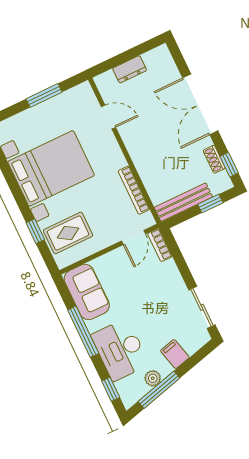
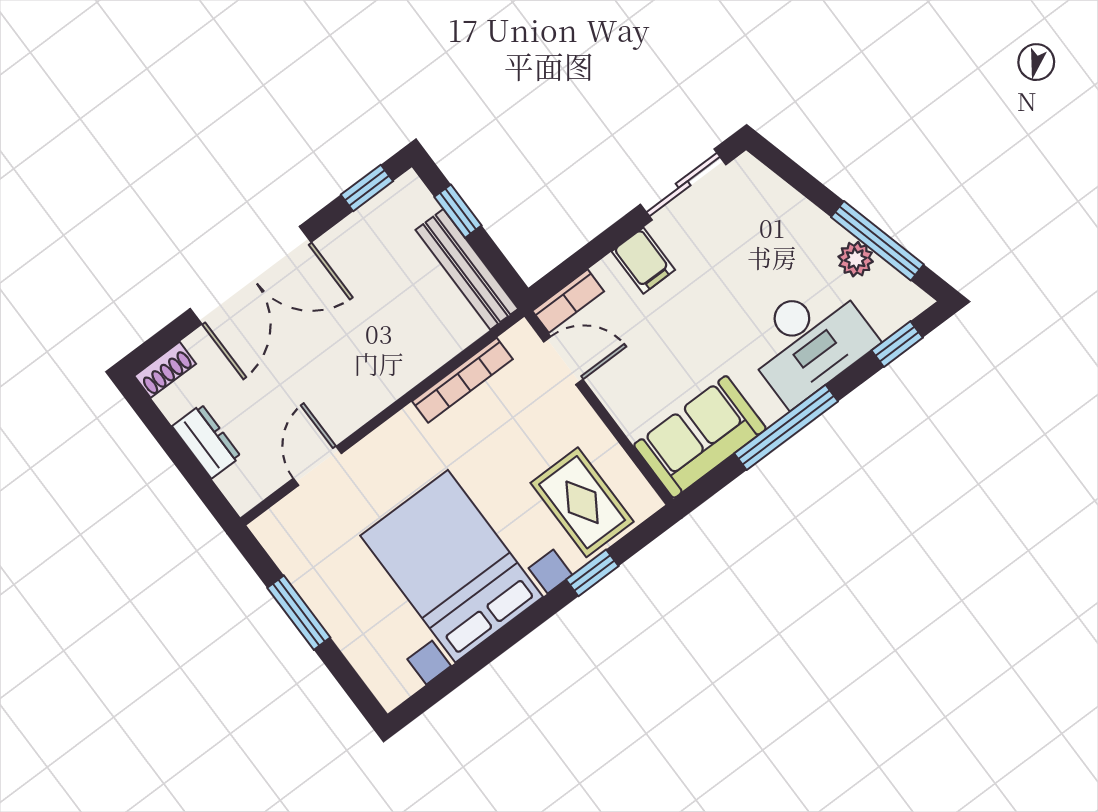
shoe rack: (214, 159) -> (165, 370), moved
filing cabinet: (175, 354) -> (643, 261), moved, turned -75

